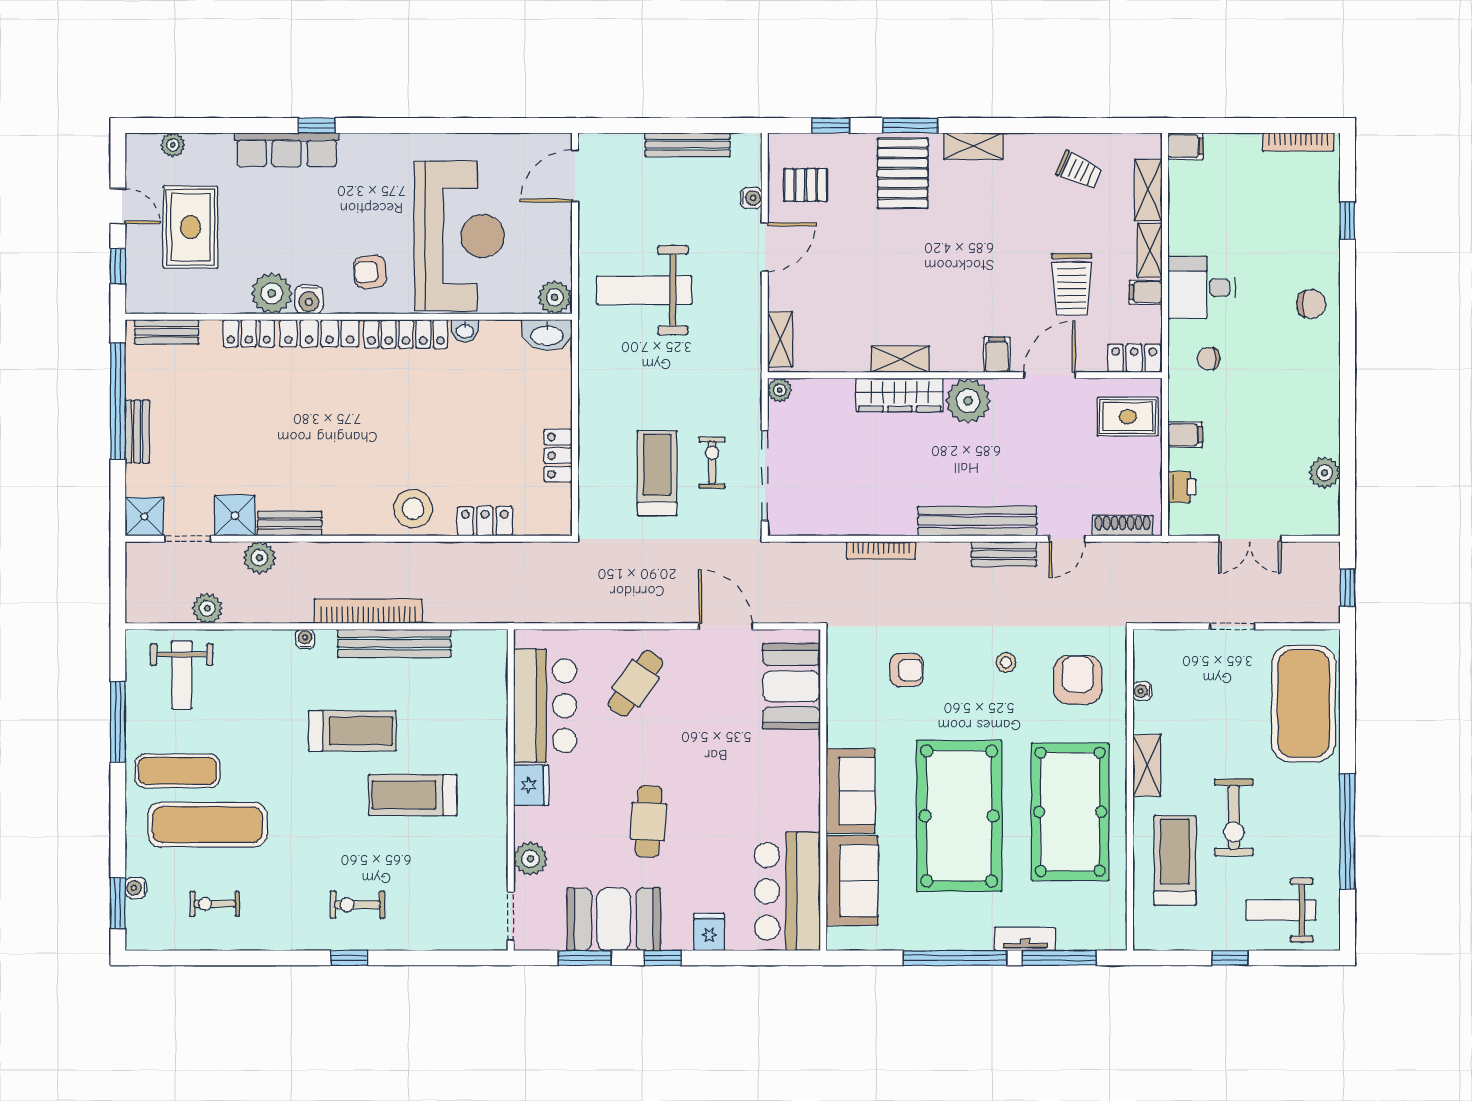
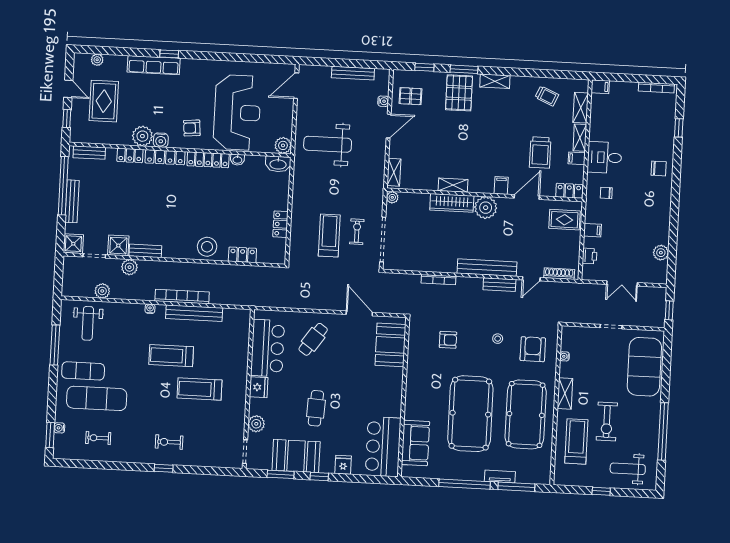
bench: (137, 432) -> (72, 201), width x1.36
treadmill: (352, 731) -> (171, 356), turned 180
sofa: (851, 791) -> (417, 398), removed

